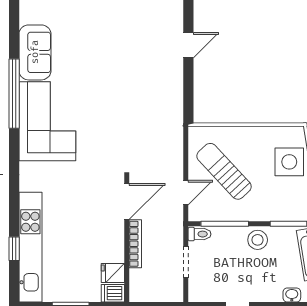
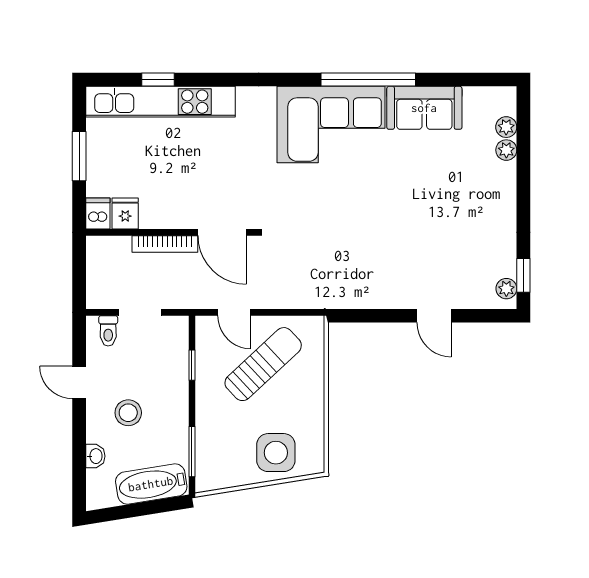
window: (225, 224) -> (192, 365), width x0.46
toilet: (199, 234) -> (108, 331), moved
stool: (258, 240) -> (128, 413), moved

